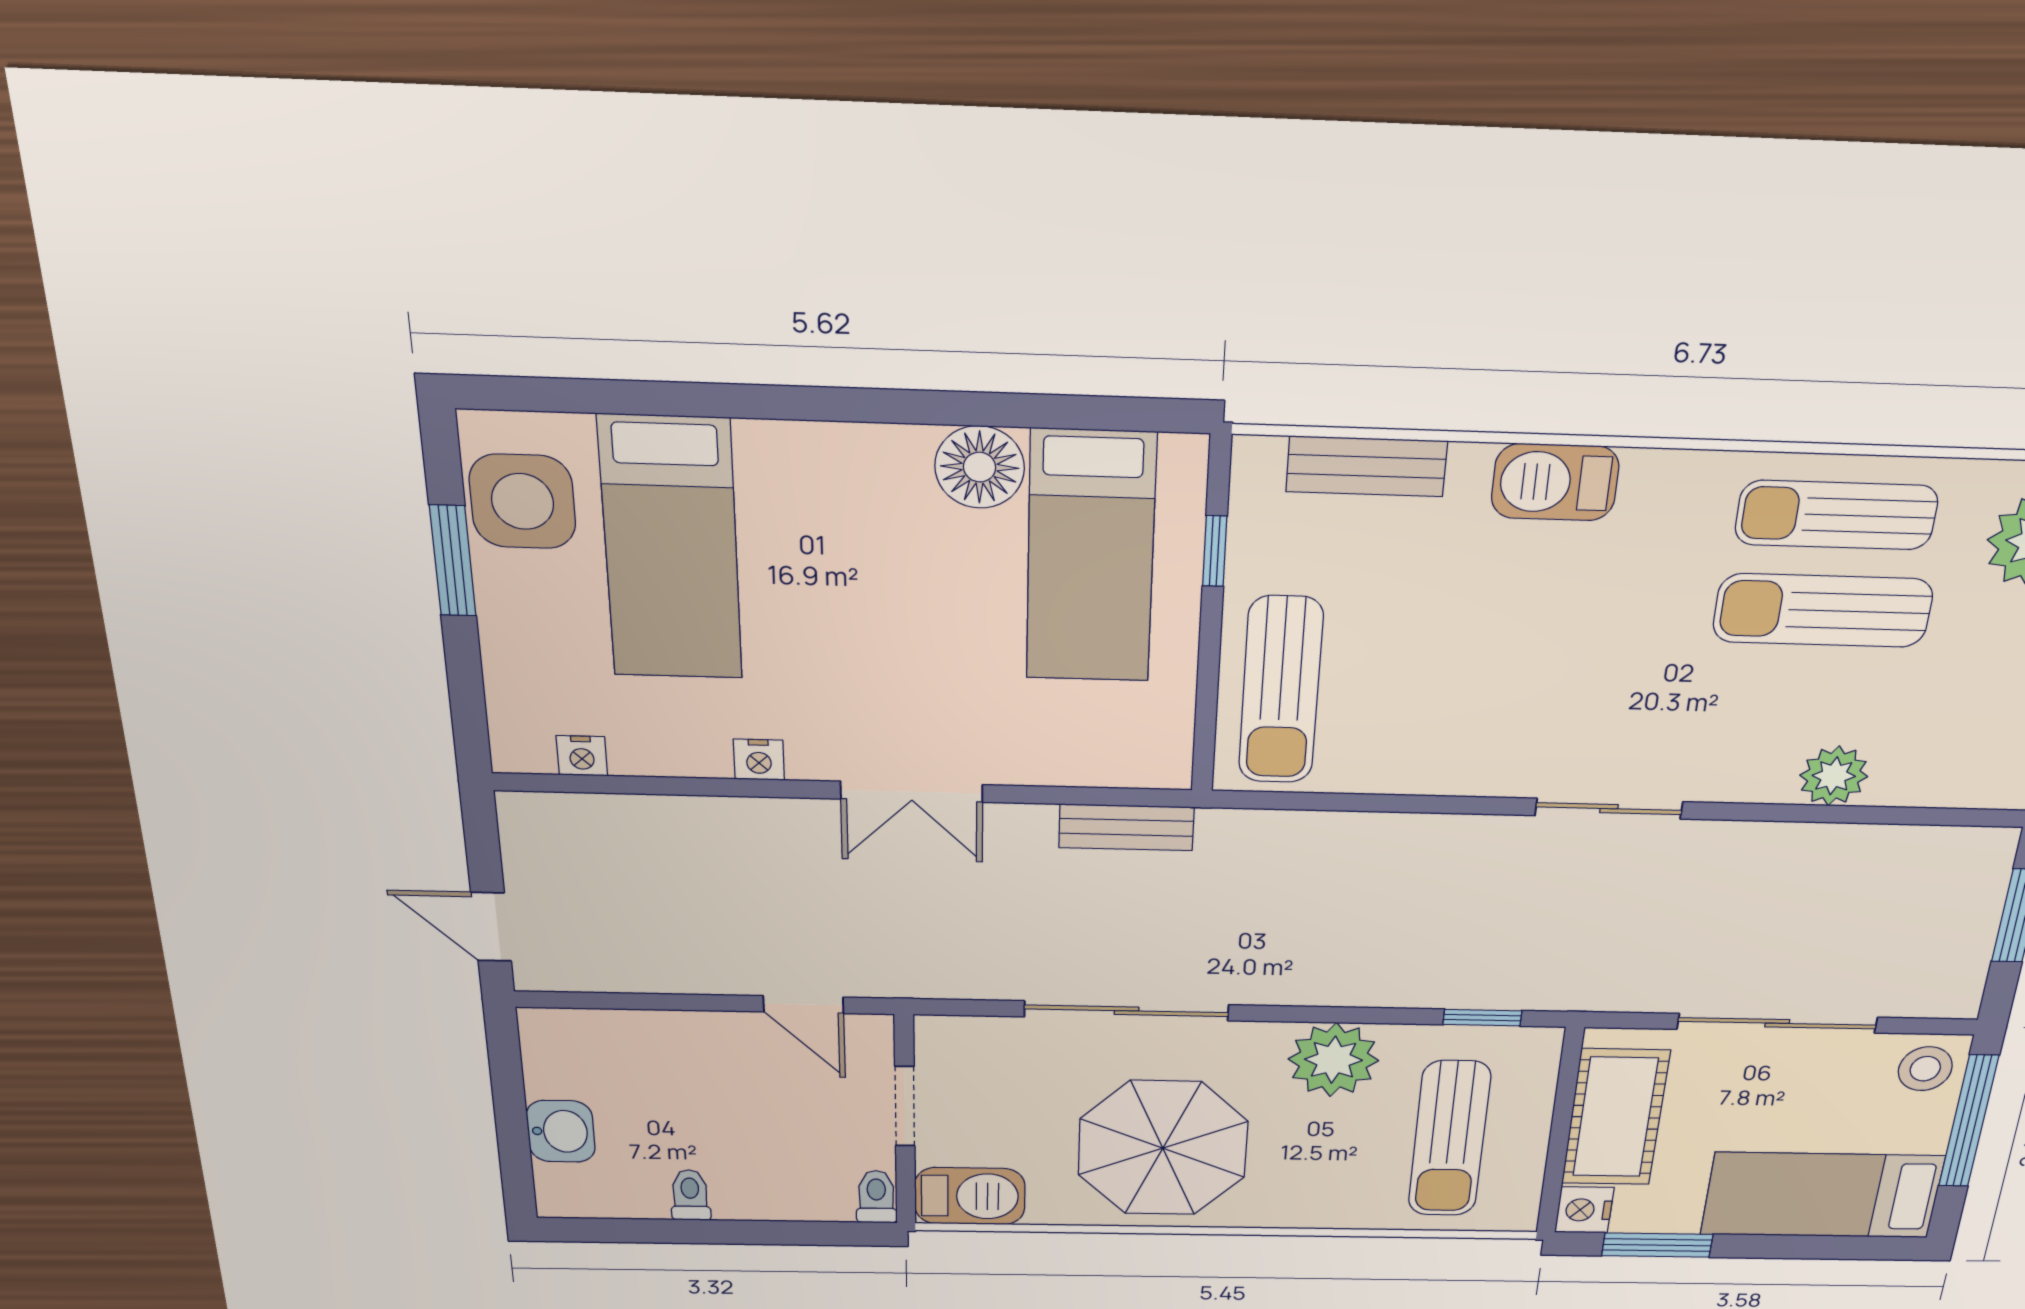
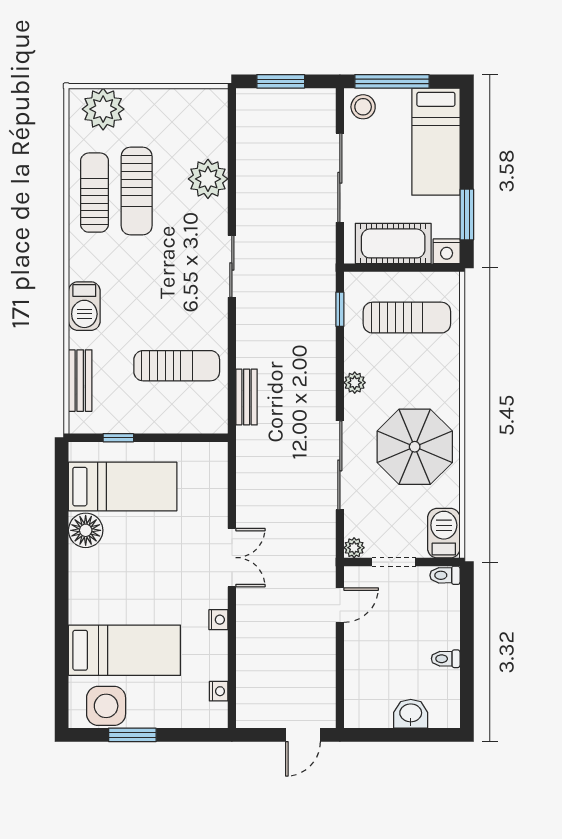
sun lounger: (1836, 515) -> (95, 193), turned 180
sun lounger: (1281, 690) -> (177, 366), moved
plant: (1834, 776) -> (208, 179), width x1.36, depth x1.36
bench: (1126, 827) -> (247, 397), moved
plant: (937, 1034) -> (354, 548), added
plant: (1333, 1060) -> (355, 383), width x0.53, depth x0.53

